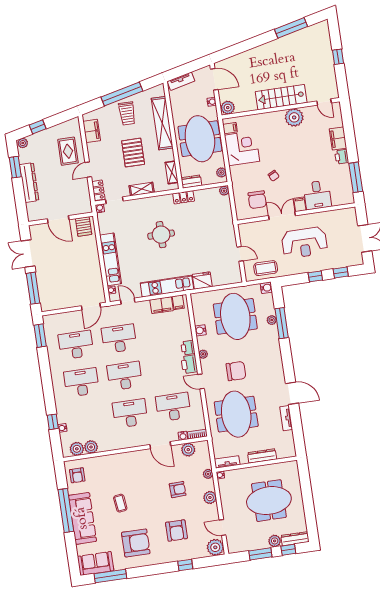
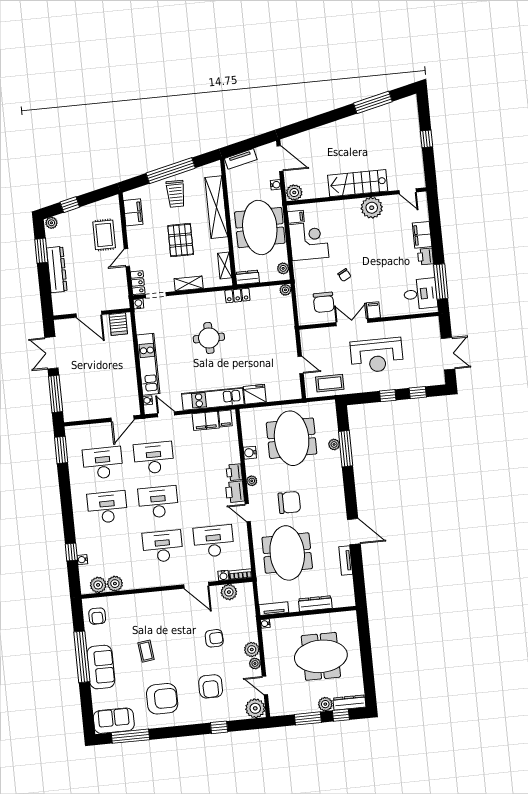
desk: (317, 195) -> (420, 294), moved, turned -90
water cooler: (266, 288) -> (330, 406), removed
plant: (208, 474) -> (255, 663), moved
sofa: (82, 518) -> (101, 667), width x0.73

